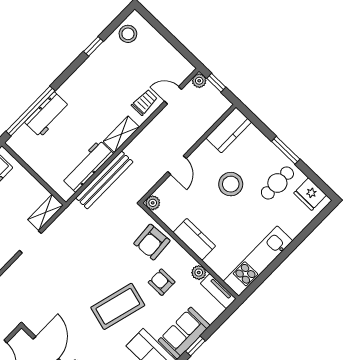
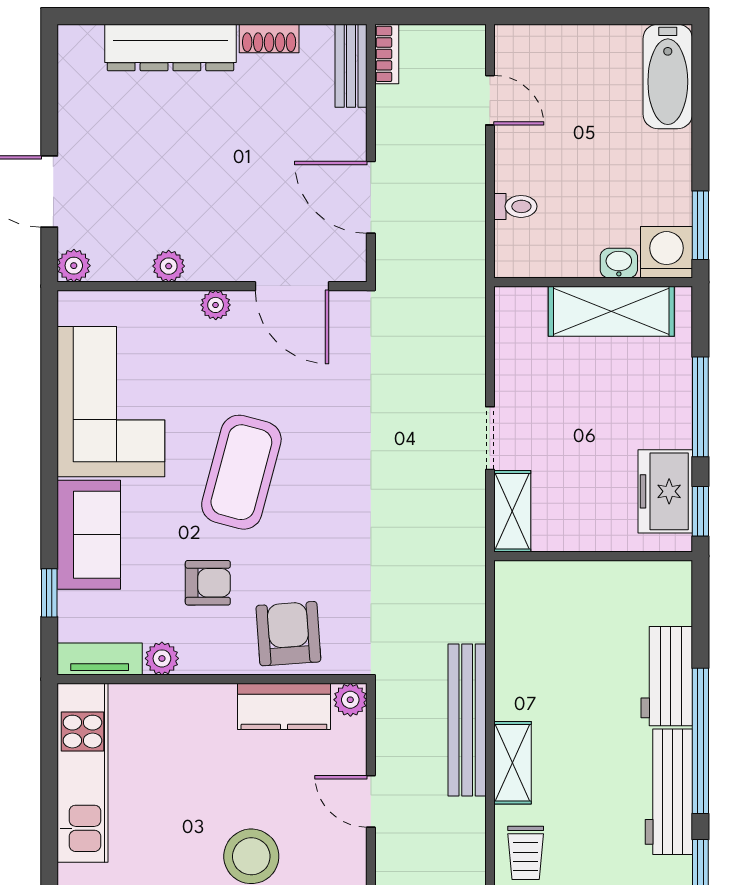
window: (30, 111) -> (700, 741), moved
workbench: (87, 166) -> (669, 792), moved, turned 180
bench: (104, 180) -> (467, 720), moved
kitchen counter: (194, 239) -> (284, 706), moved
window: (195, 346) -> (49, 593), moved

